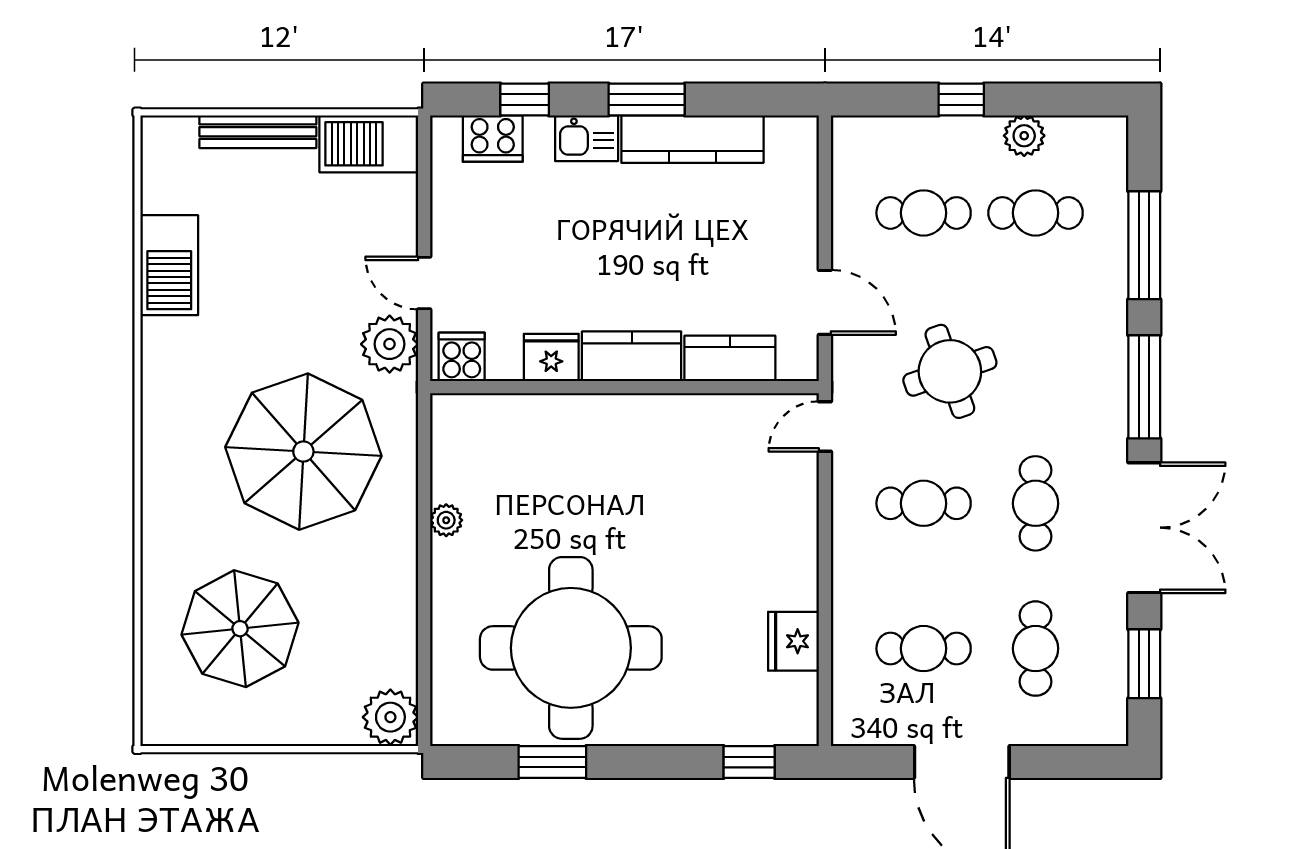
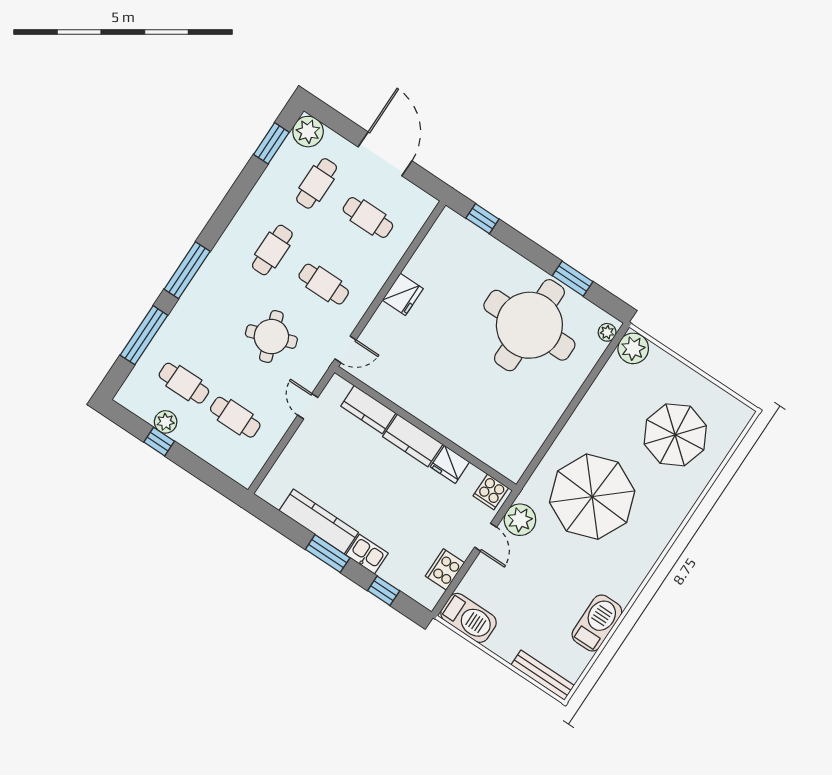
window: (961, 99) -> (159, 442), moved
bench: (258, 132) -> (543, 675), moved
cooker: (493, 138) -> (445, 569), moved, turned -90
door: (825, 302) -> (308, 406), width x0.73
plant: (446, 520) -> (607, 332), moved
double door: (1144, 528) -> (230, 206), removed
fridge: (793, 641) -> (403, 294), moved
plant: (1101, 718) -> (308, 132), added

